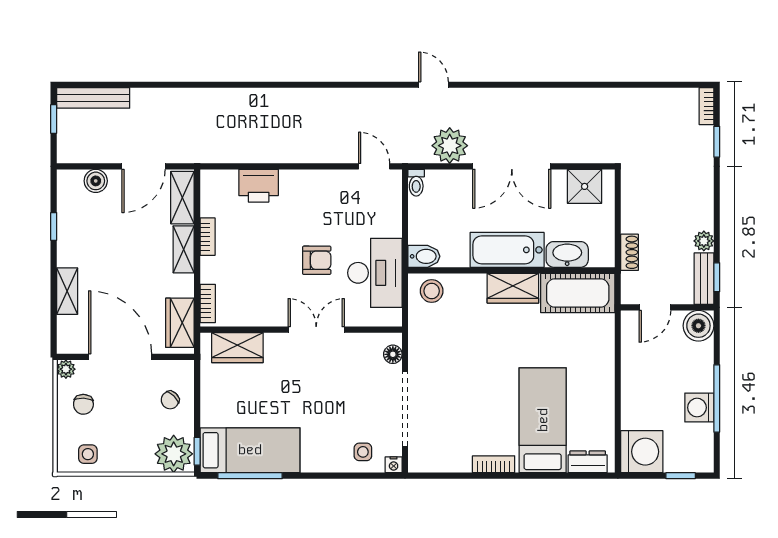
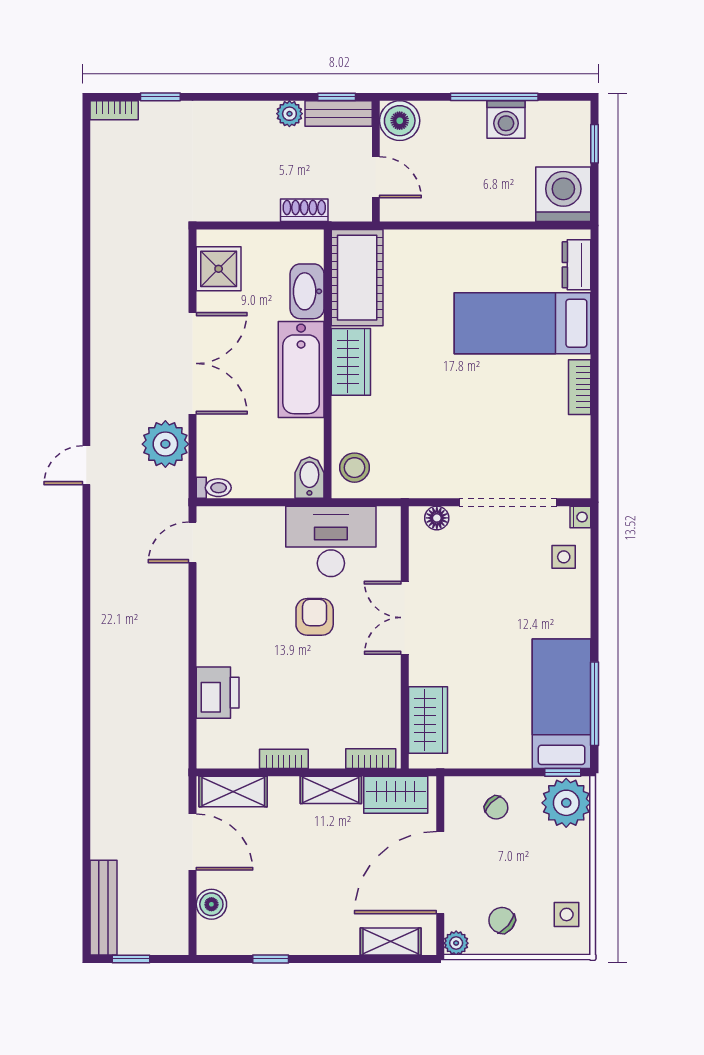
shelving: (184, 249) -> (331, 790), moved
shelving: (67, 291) -> (391, 941), moved
chair: (83, 404) -> (502, 920), turned -143

